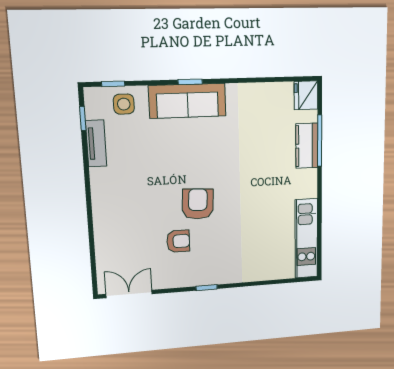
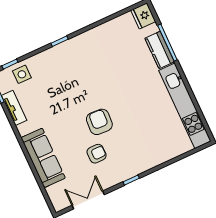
sofa: (187, 101) -> (43, 158), moved, turned -90
kitchen unit: (306, 239) -> (185, 106), width x1.36
double door: (129, 294) -> (88, 200), moved

